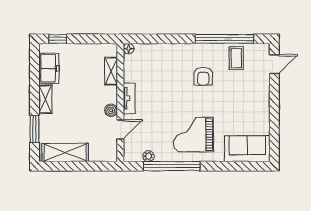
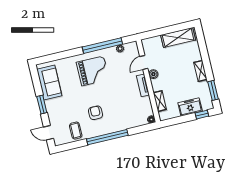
window: (224, 39) -> (107, 137), moved
door: (274, 64) -> (48, 133), hinge flipped
freezer: (49, 68) -> (190, 107), moved, turned 90
window: (274, 105) -> (42, 105), added
window: (35, 129) -> (213, 90), moved
sofa: (247, 149) -> (49, 83), moved, turned -90

